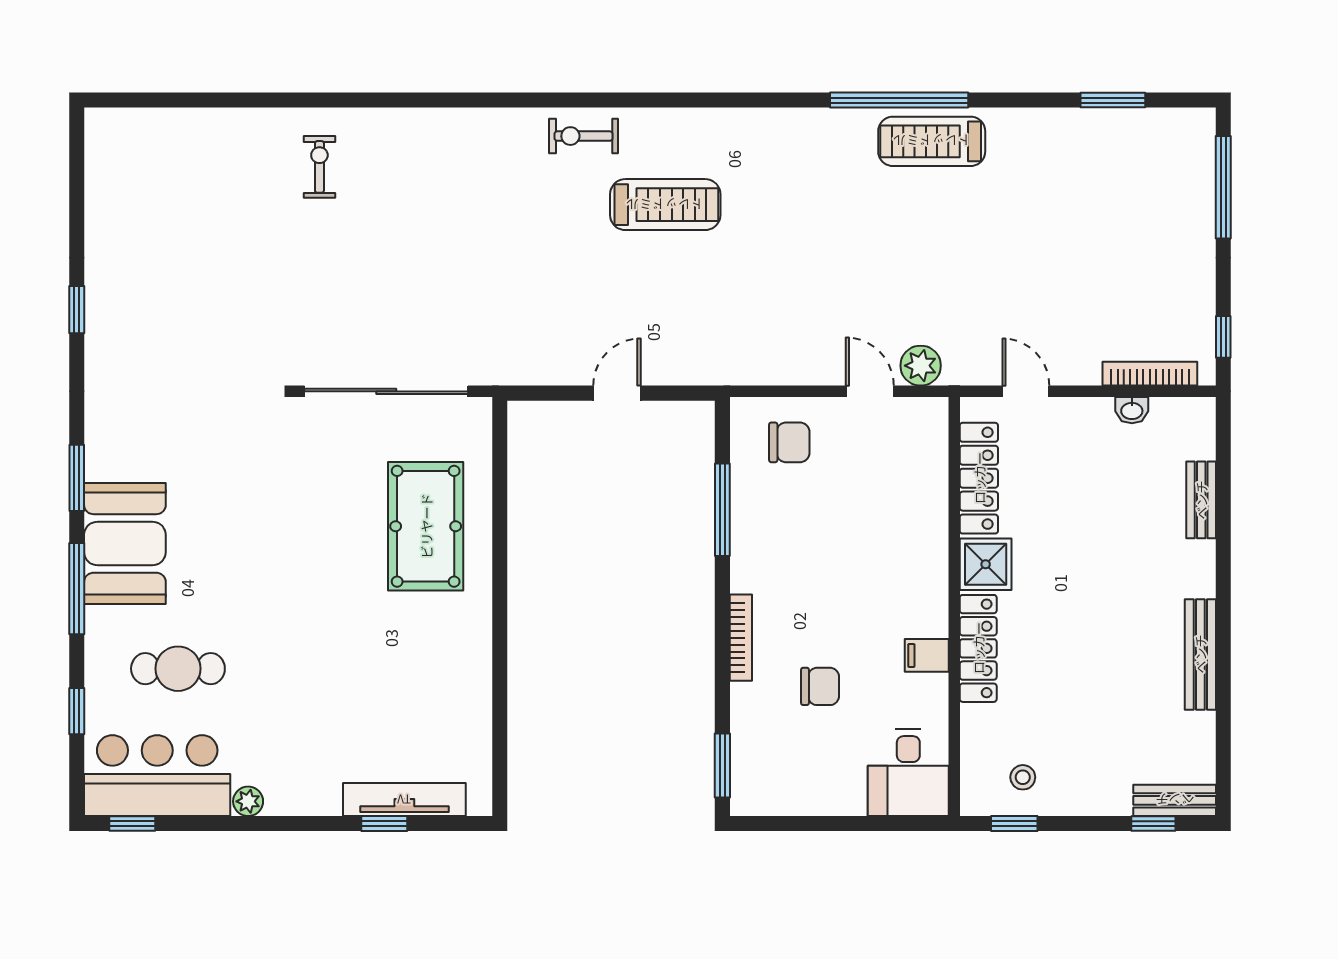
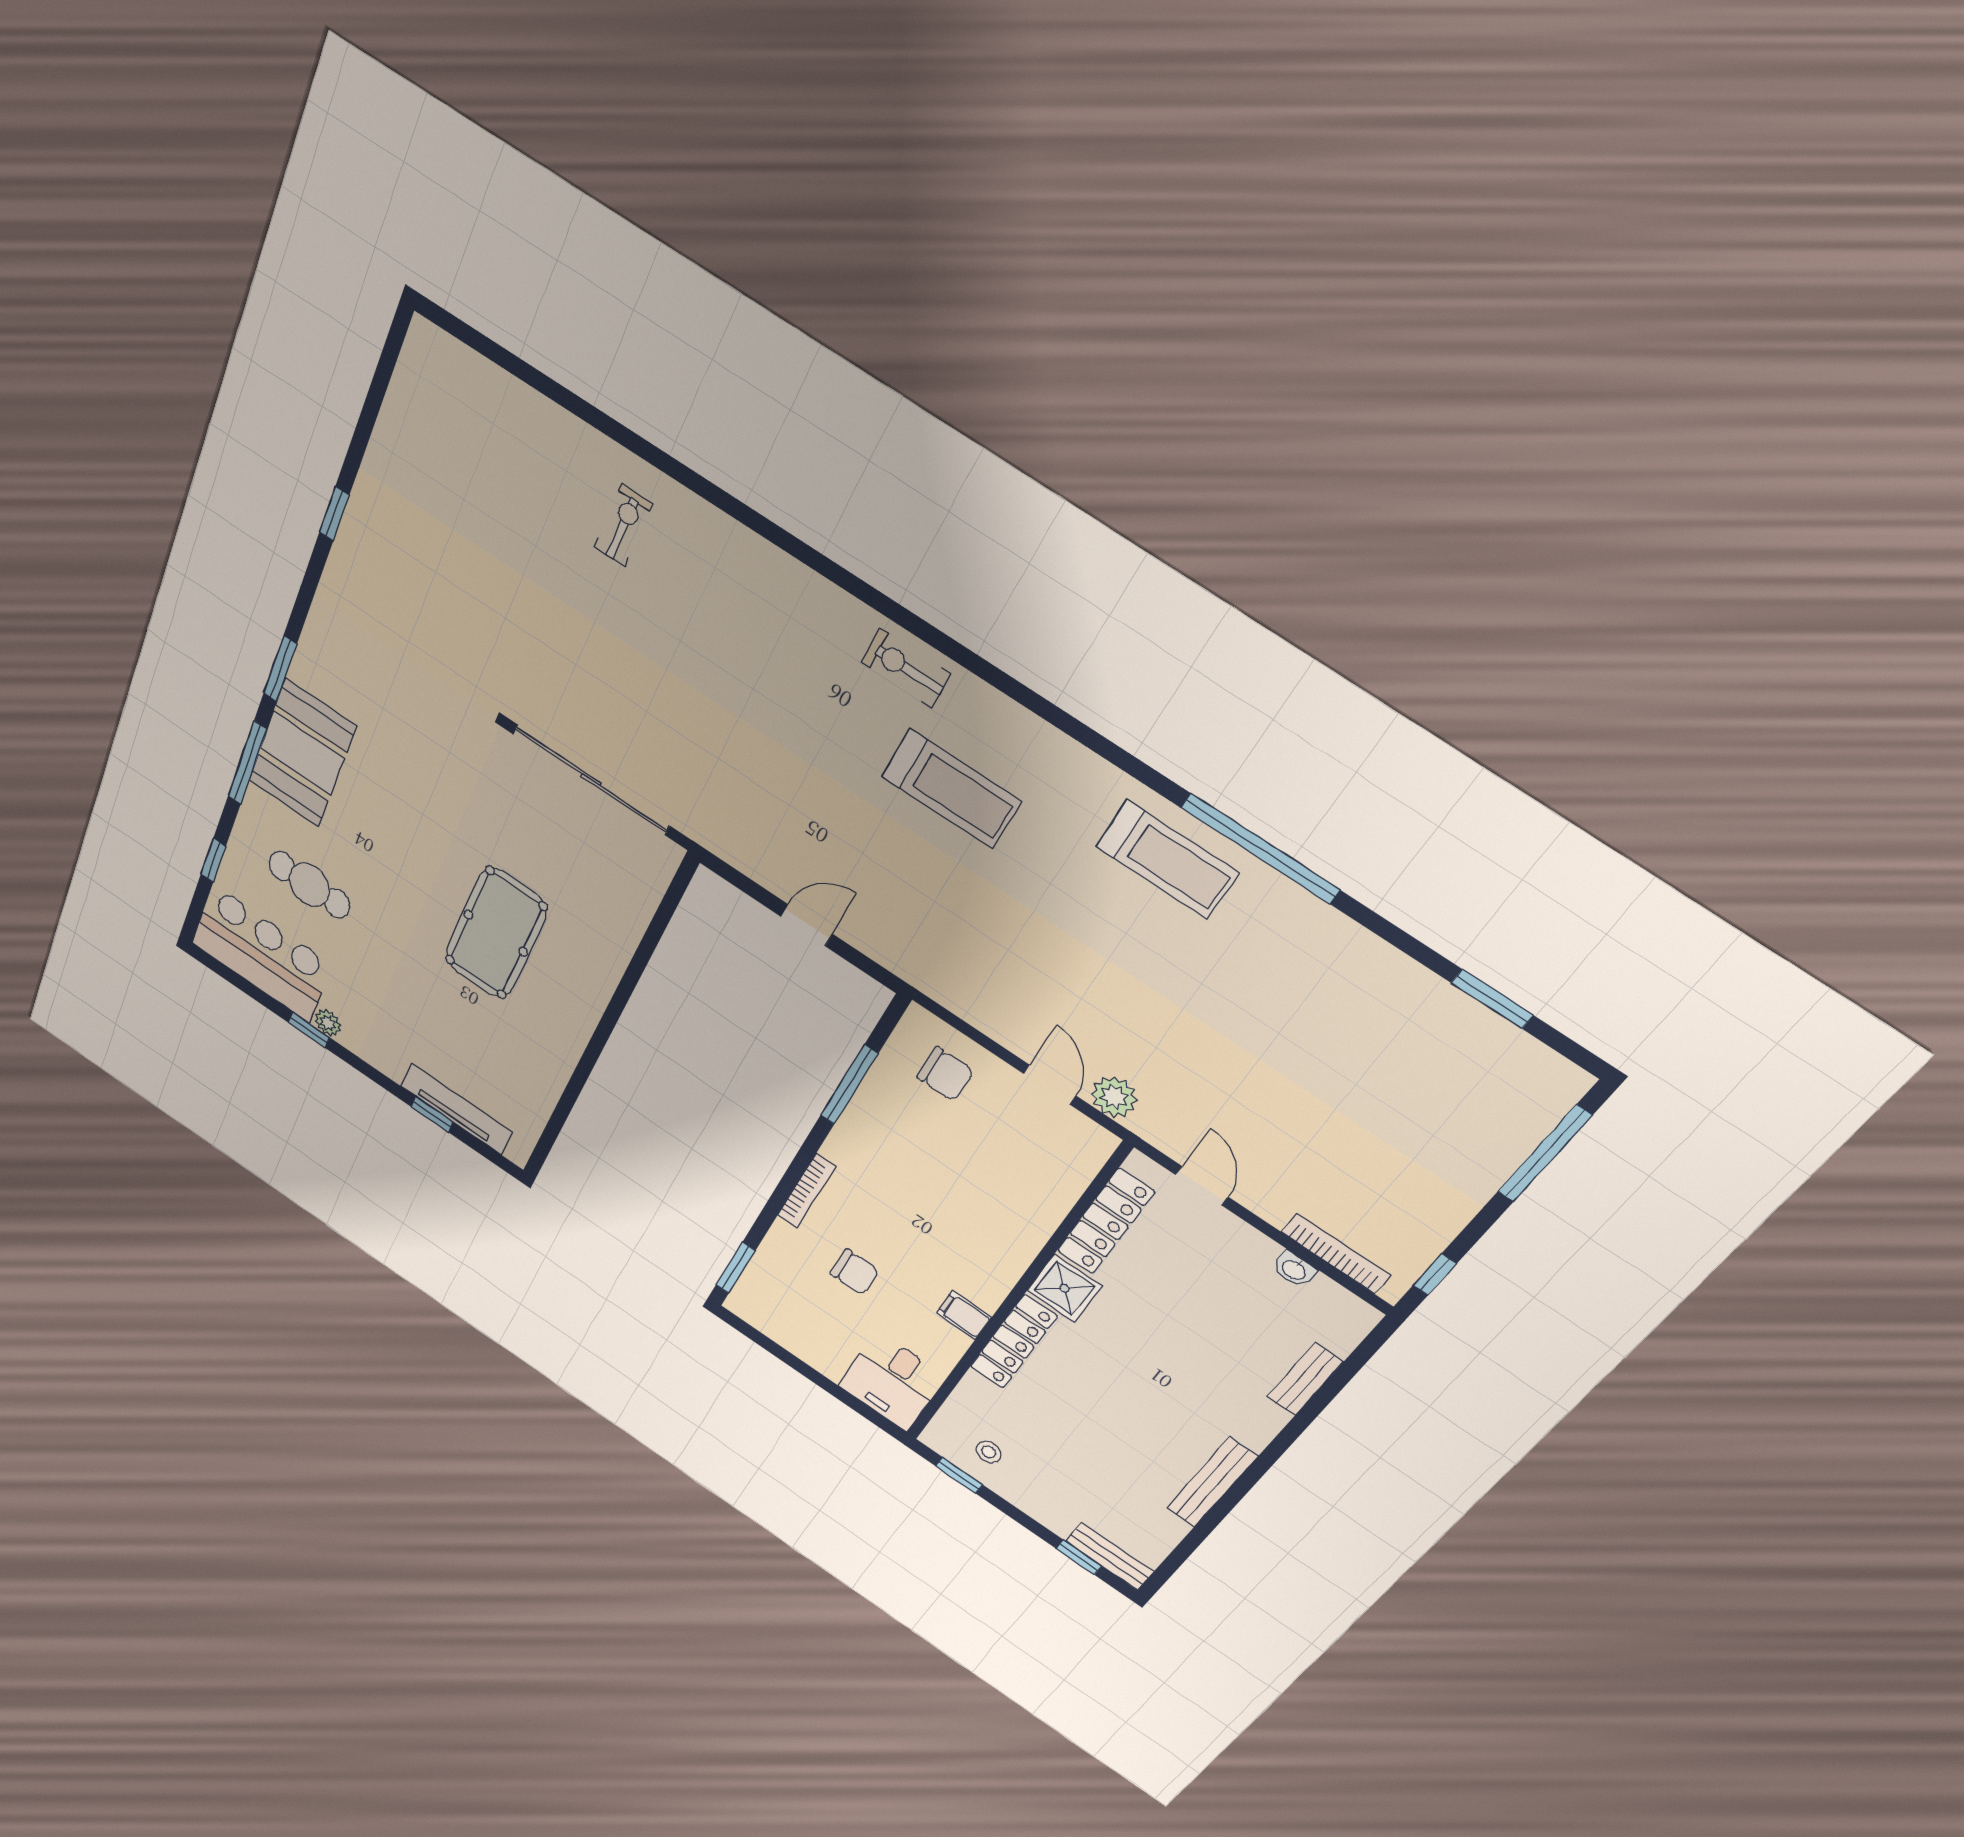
treadmill: (932, 141) -> (1167, 860), moved, turned 180
pool table: (426, 526) -> (496, 933), moved
window: (132, 824) -> (309, 1030), moved

